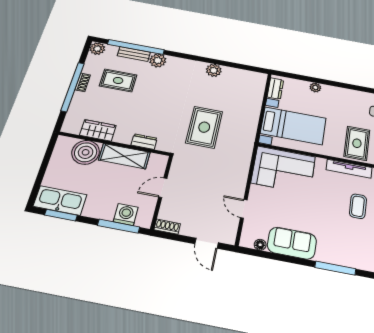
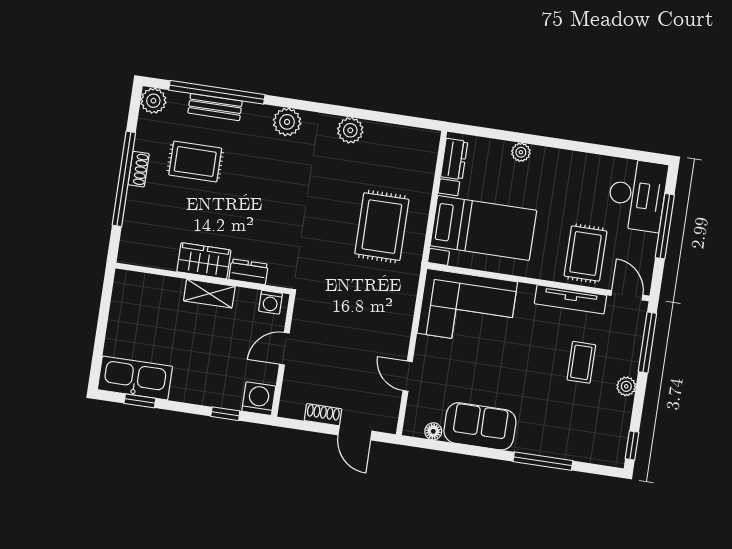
plant: (158, 60) -> (287, 122), moved
rug: (204, 127) -> (382, 227), moved
wardrobe: (98, 130) -> (204, 261), moved
boiler: (86, 152) -> (161, 296), removed
shelving: (124, 156) -> (209, 294), width x0.67, depth x0.75
washing machine: (156, 160) -> (270, 302), added
washing machine: (126, 214) -> (259, 399), moved
window: (61, 215) -> (140, 401), width x0.67
window: (119, 226) -> (225, 414), width x0.46
shoe rack: (167, 227) -> (323, 415), moved

